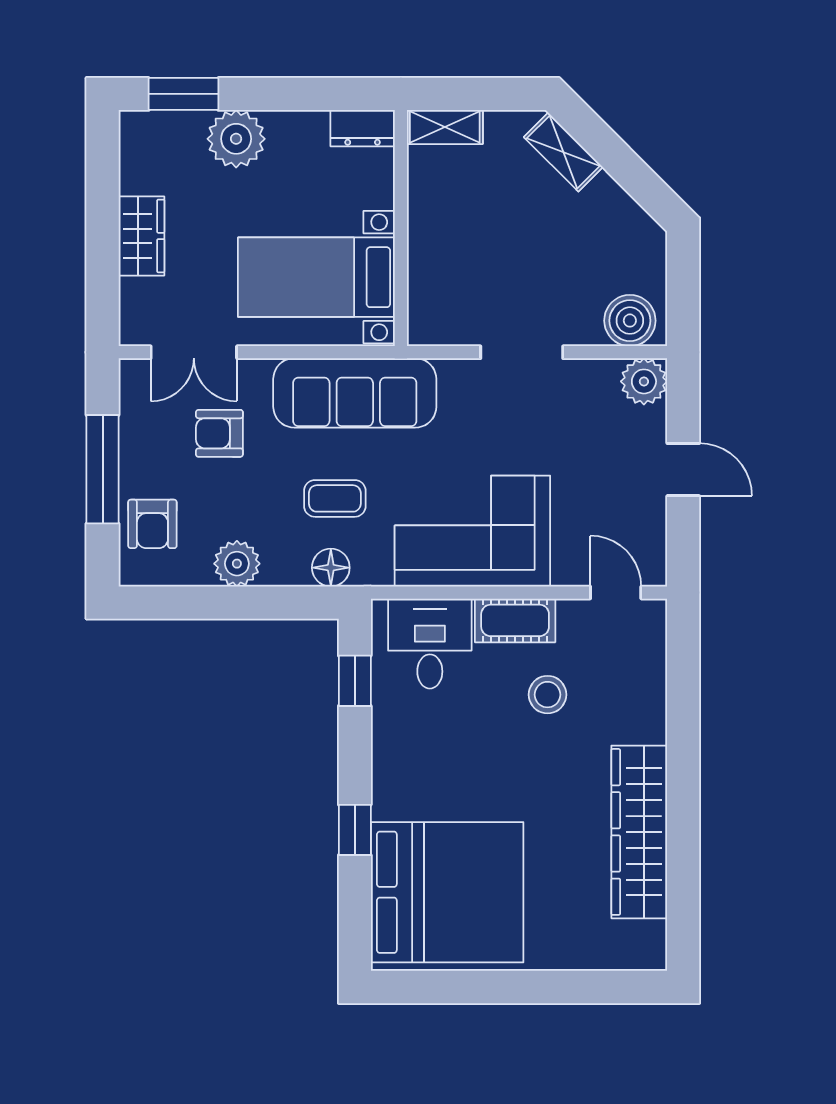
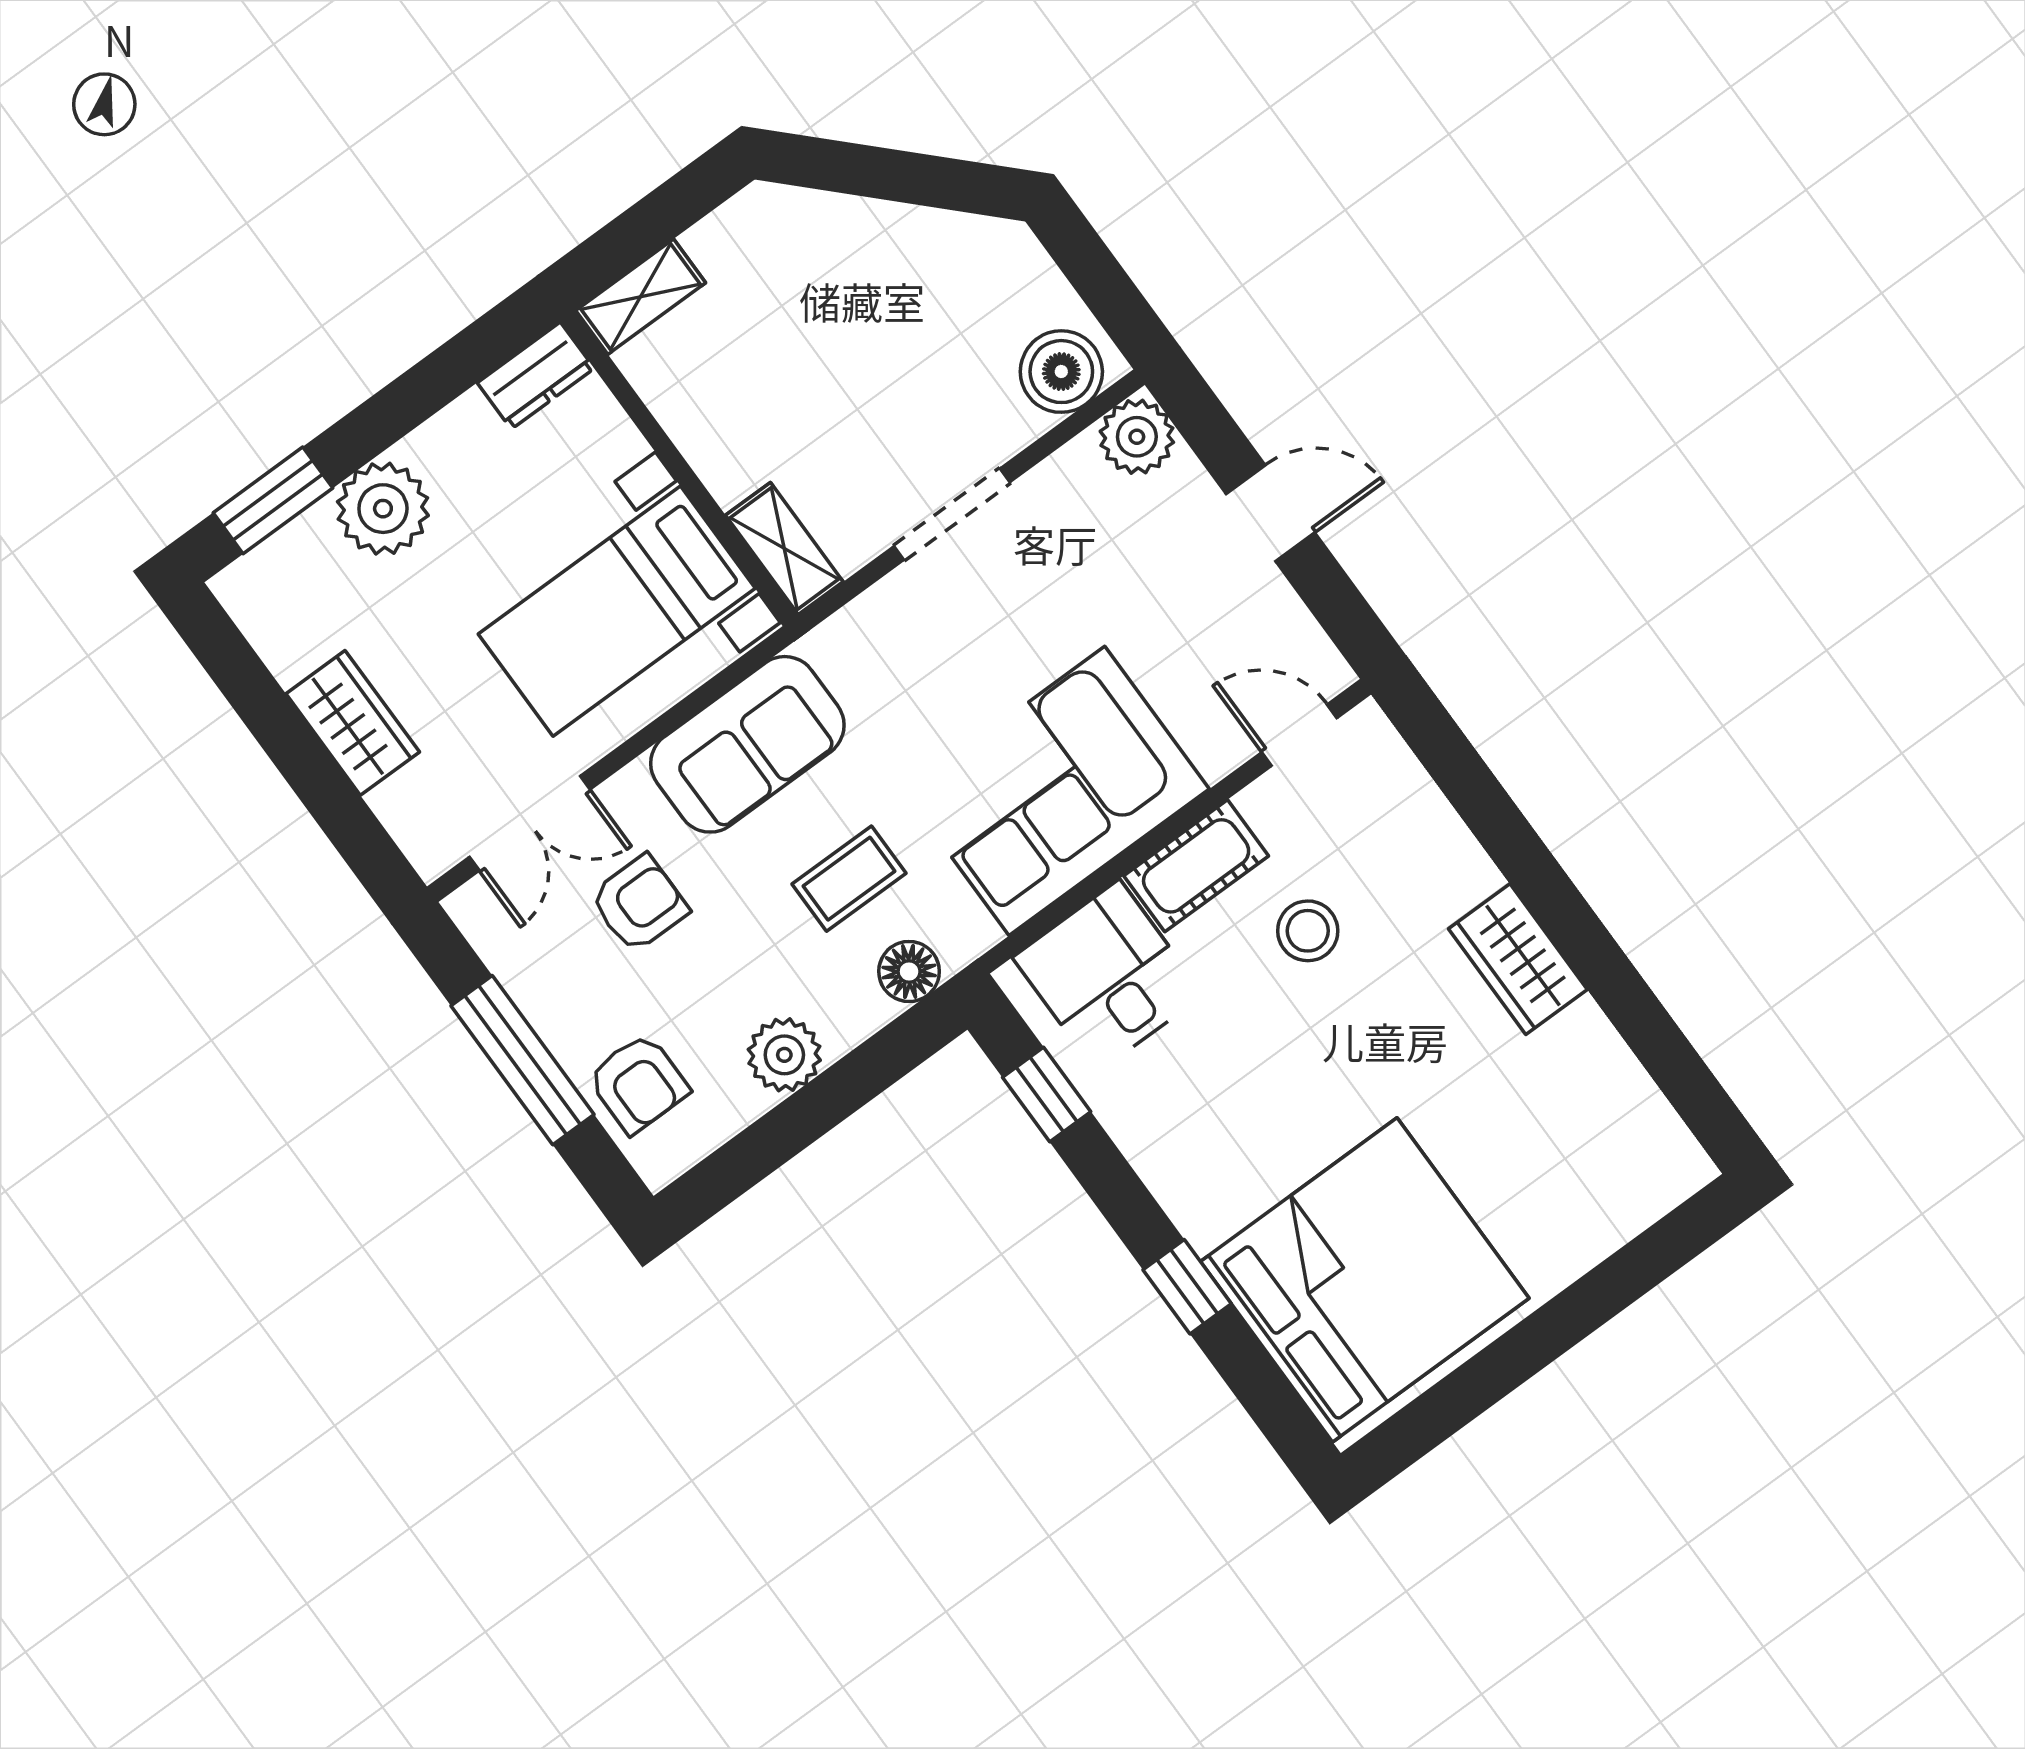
shelving: (563, 152) -> (784, 549), moved, turned 45
sofa: (355, 393) -> (747, 744), width x0.73
armchair: (219, 433) -> (639, 904), turned 180
wardrobe: (639, 832) -> (1518, 959), width x0.48, depth x0.85

